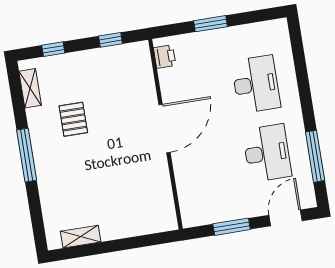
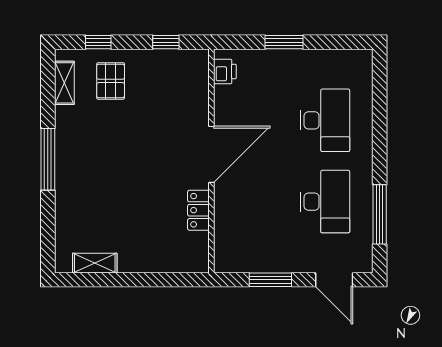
pallet: (73, 119) -> (111, 81), moved
locker: (161, 178) -> (198, 210), added
door: (286, 218) -> (334, 280), swing flipped

